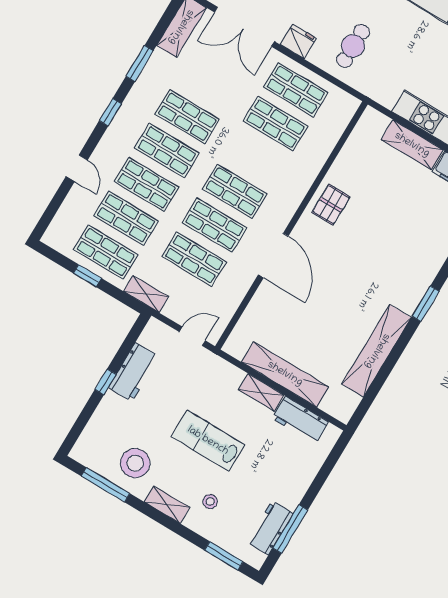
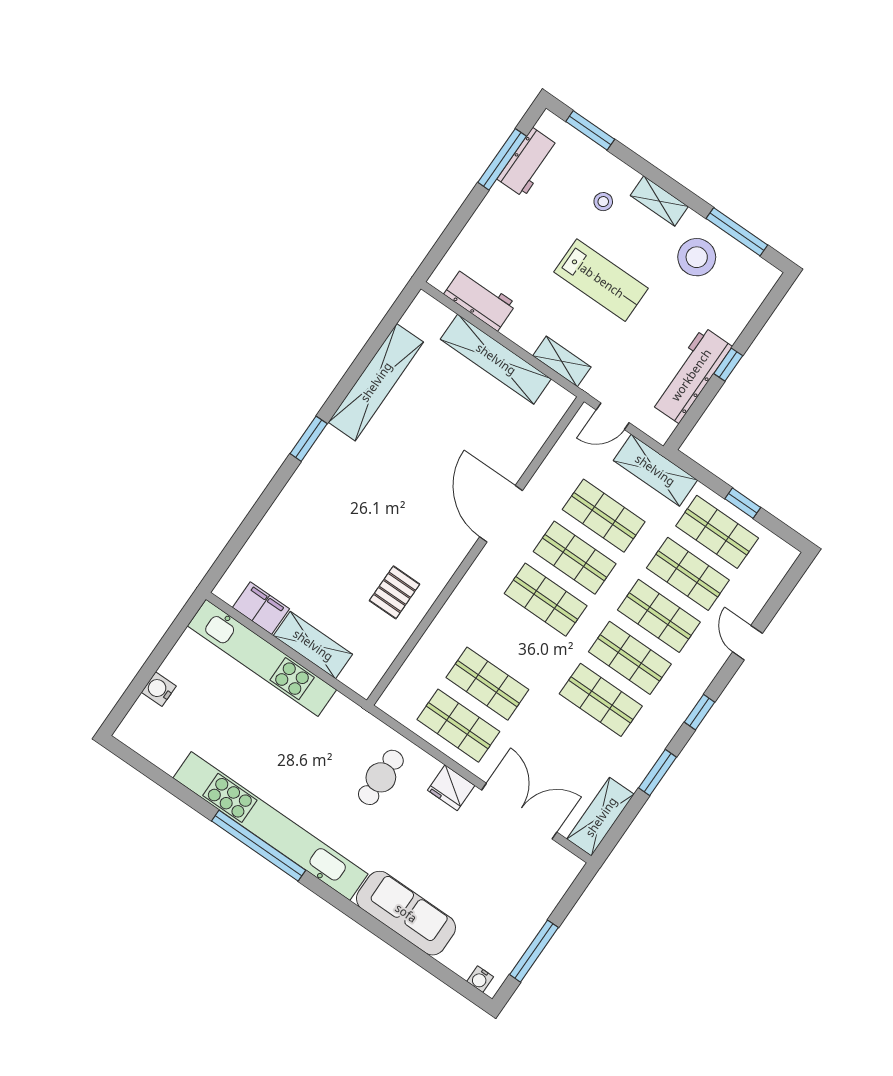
pallet: (331, 205) -> (395, 592), moved
shelving: (146, 294) -> (655, 470), width x1.50, depth x1.33
workbench: (134, 372) -> (691, 375), width x1.38
shelving: (261, 392) -> (562, 361), moved

